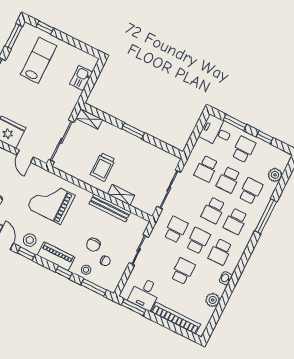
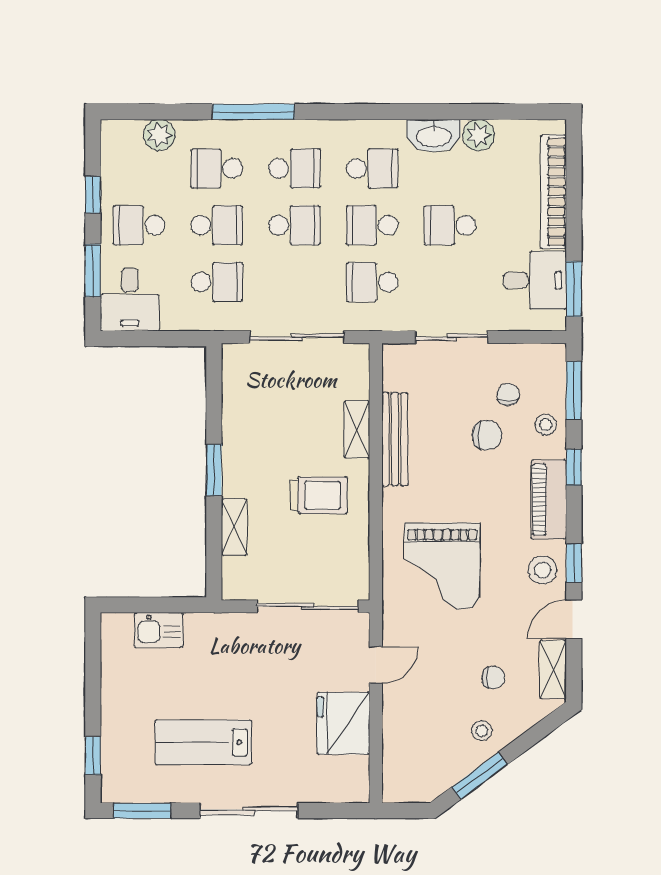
lab bench: (39, 60) -> (203, 742), moved
shelving: (89, 119) -> (234, 527), moved
washbasin: (226, 278) -> (434, 136), width x1.91, depth x1.45

